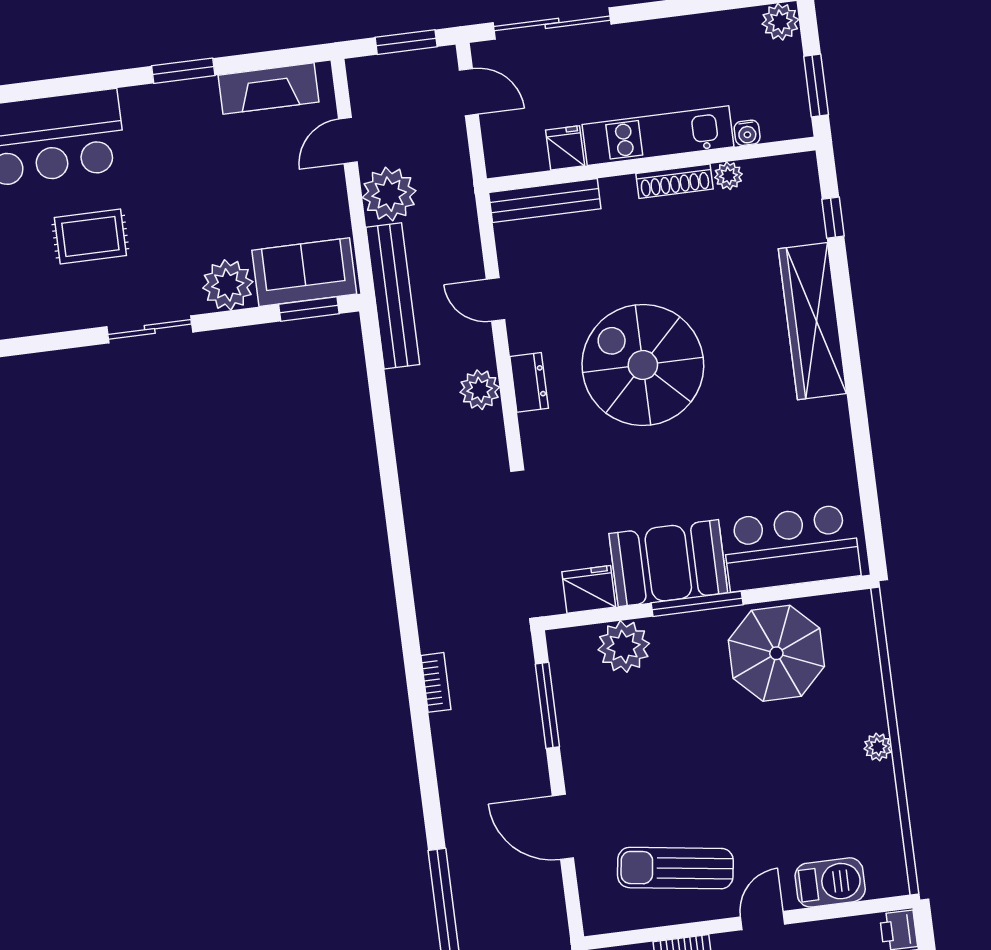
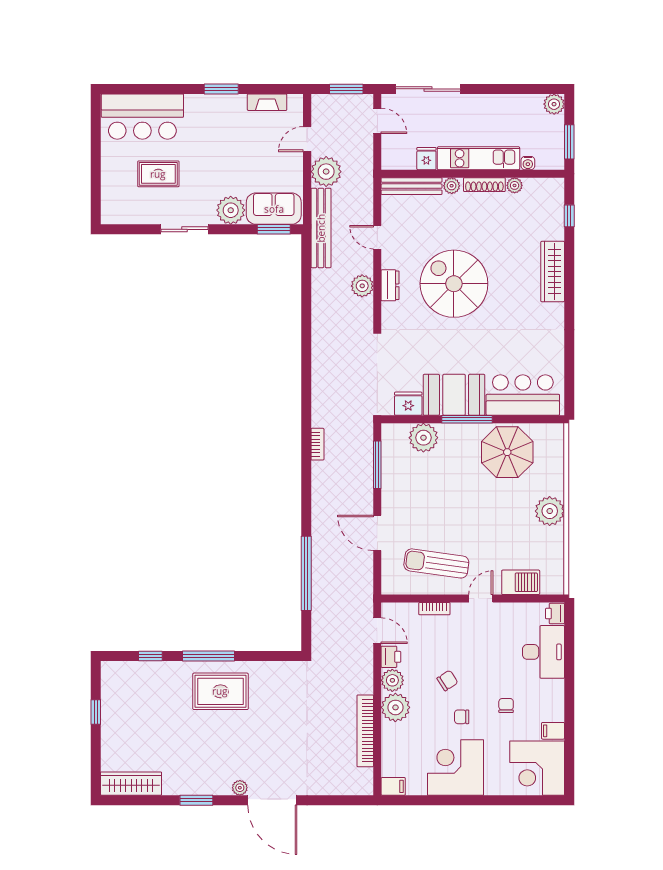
fireplace: (269, 89) -> (267, 102), width x0.73, depth x0.76
plant: (616, 191) -> (452, 186), added
wardrobe: (812, 321) -> (553, 272), width x0.71, depth x0.85
plant: (878, 747) -> (550, 511), width x1.88, depth x1.88

